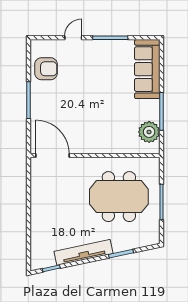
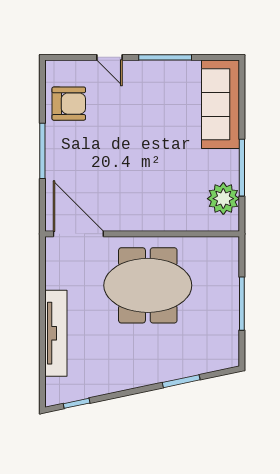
door: (73, 38) -> (109, 57), swing flipped
meeting table: (119, 197) -> (148, 285), moved
tv unit: (83, 252) -> (56, 333), moved, turned 102

